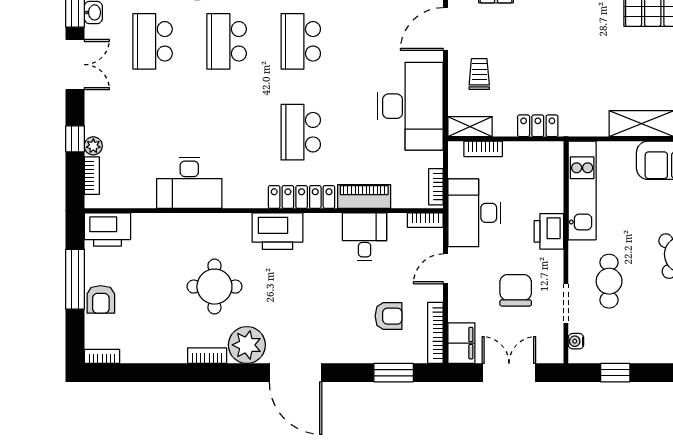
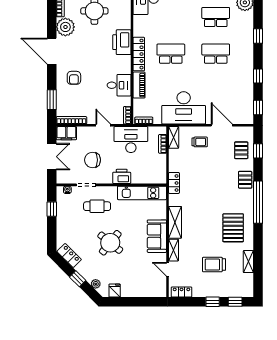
locker: (538, 126) -> (174, 183), moved
chair: (516, 290) -> (93, 160), turned 180
armchair: (389, 316) -> (74, 78), moved
door: (296, 373) -> (52, 51), hinge flipped

